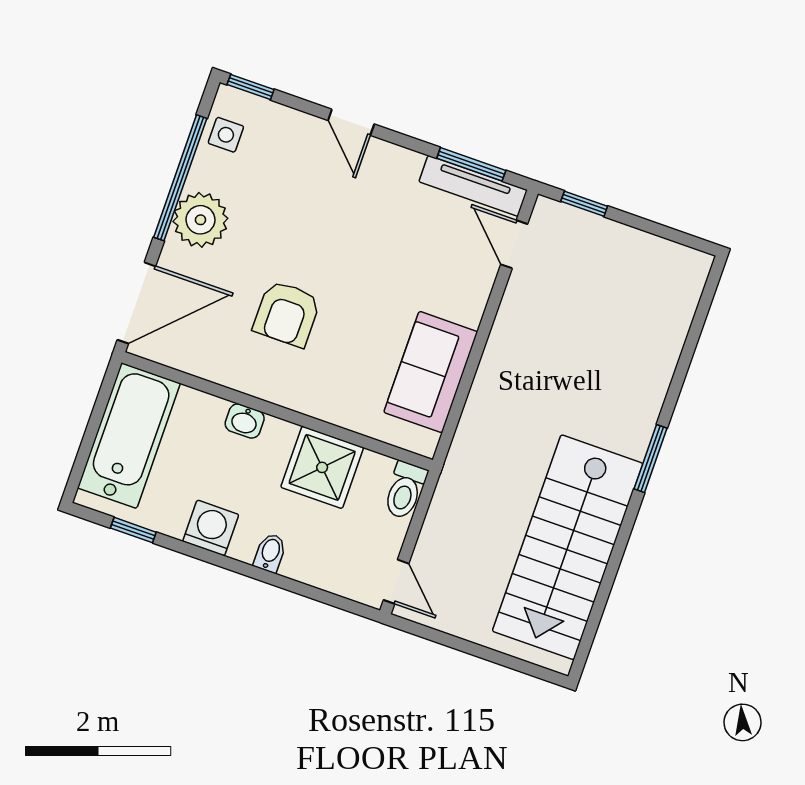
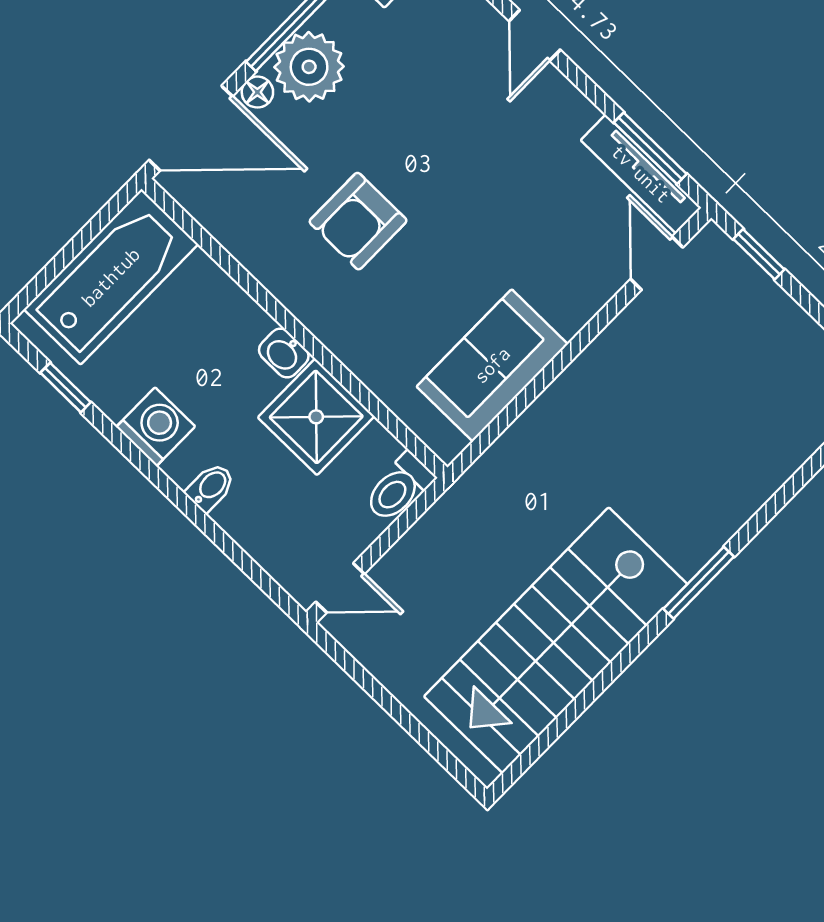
floor lamp: (172, 255) -> (257, 92), added
washbasin: (245, 421) -> (284, 353), moved
door: (396, 582) -> (340, 588), hinge flipped

